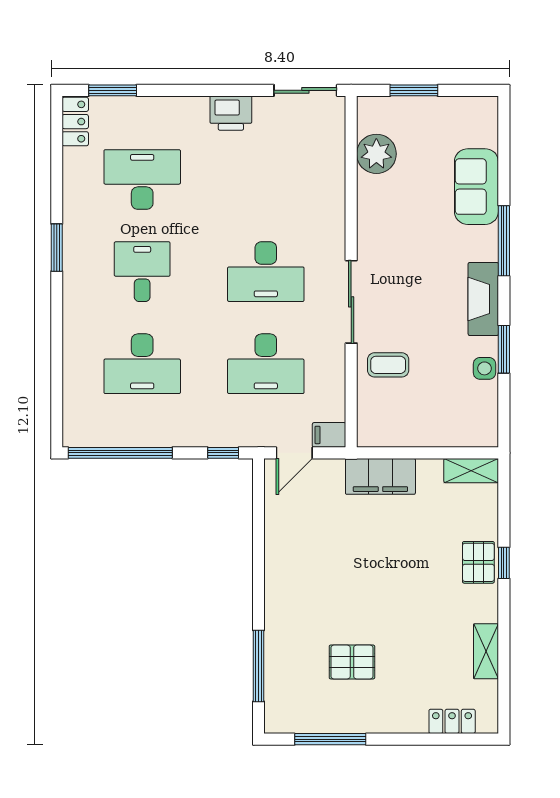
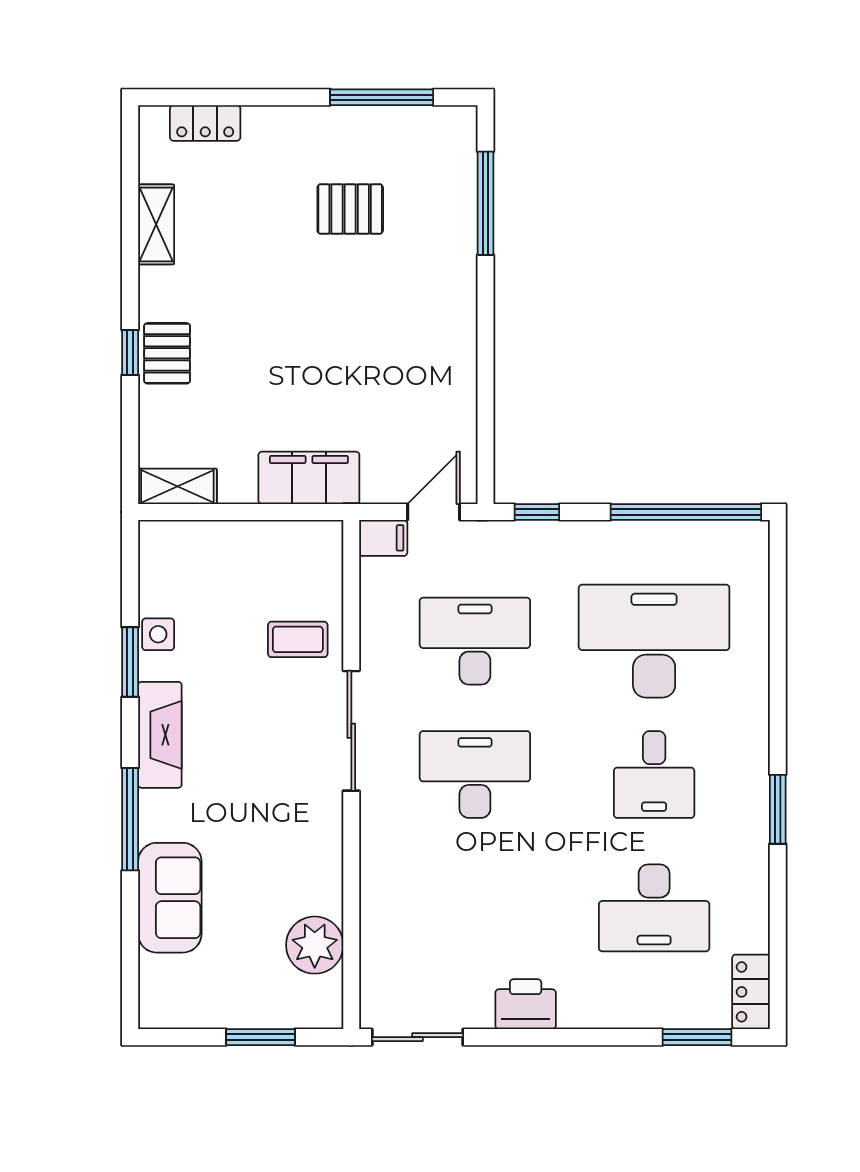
desk: (142, 364) -> (654, 641), width x1.36, depth x1.30

